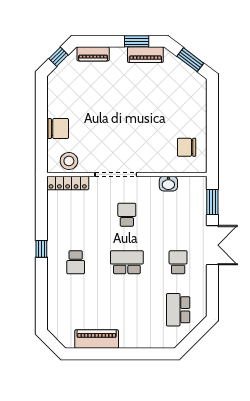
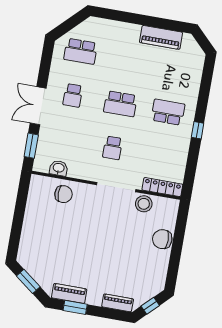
chair: (187, 147) -> (63, 194), moved
stool: (69, 161) -> (144, 204), moved
washbasin: (168, 184) -> (59, 168), moved
school desk: (76, 262) -> (168, 112), width x1.85
school desk: (178, 310) -> (81, 51), turned 90

